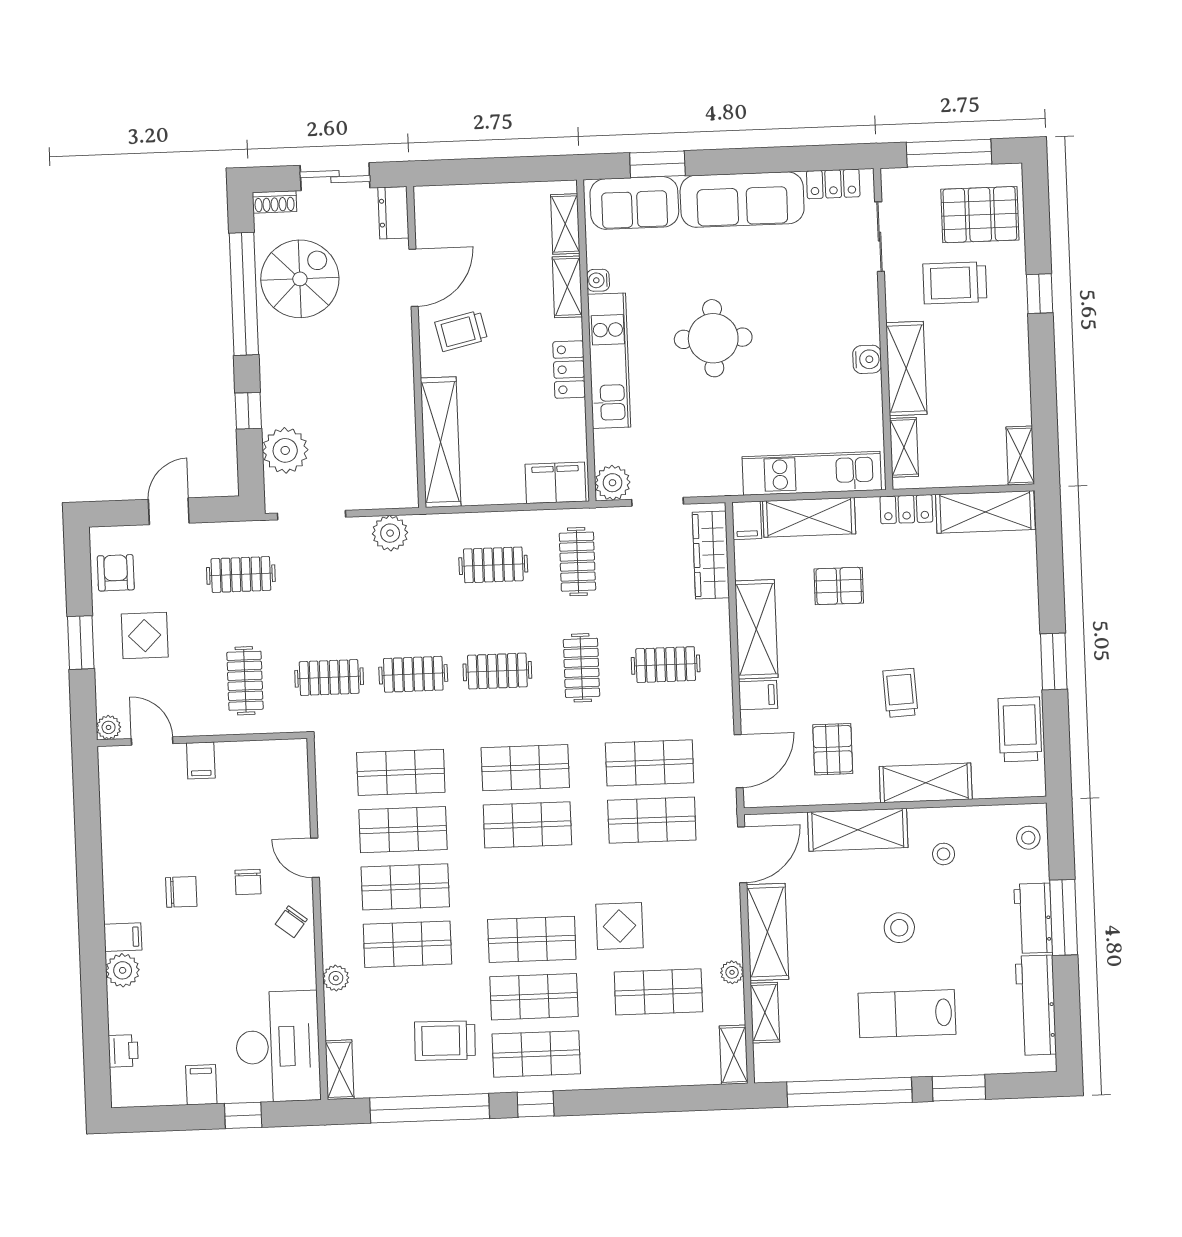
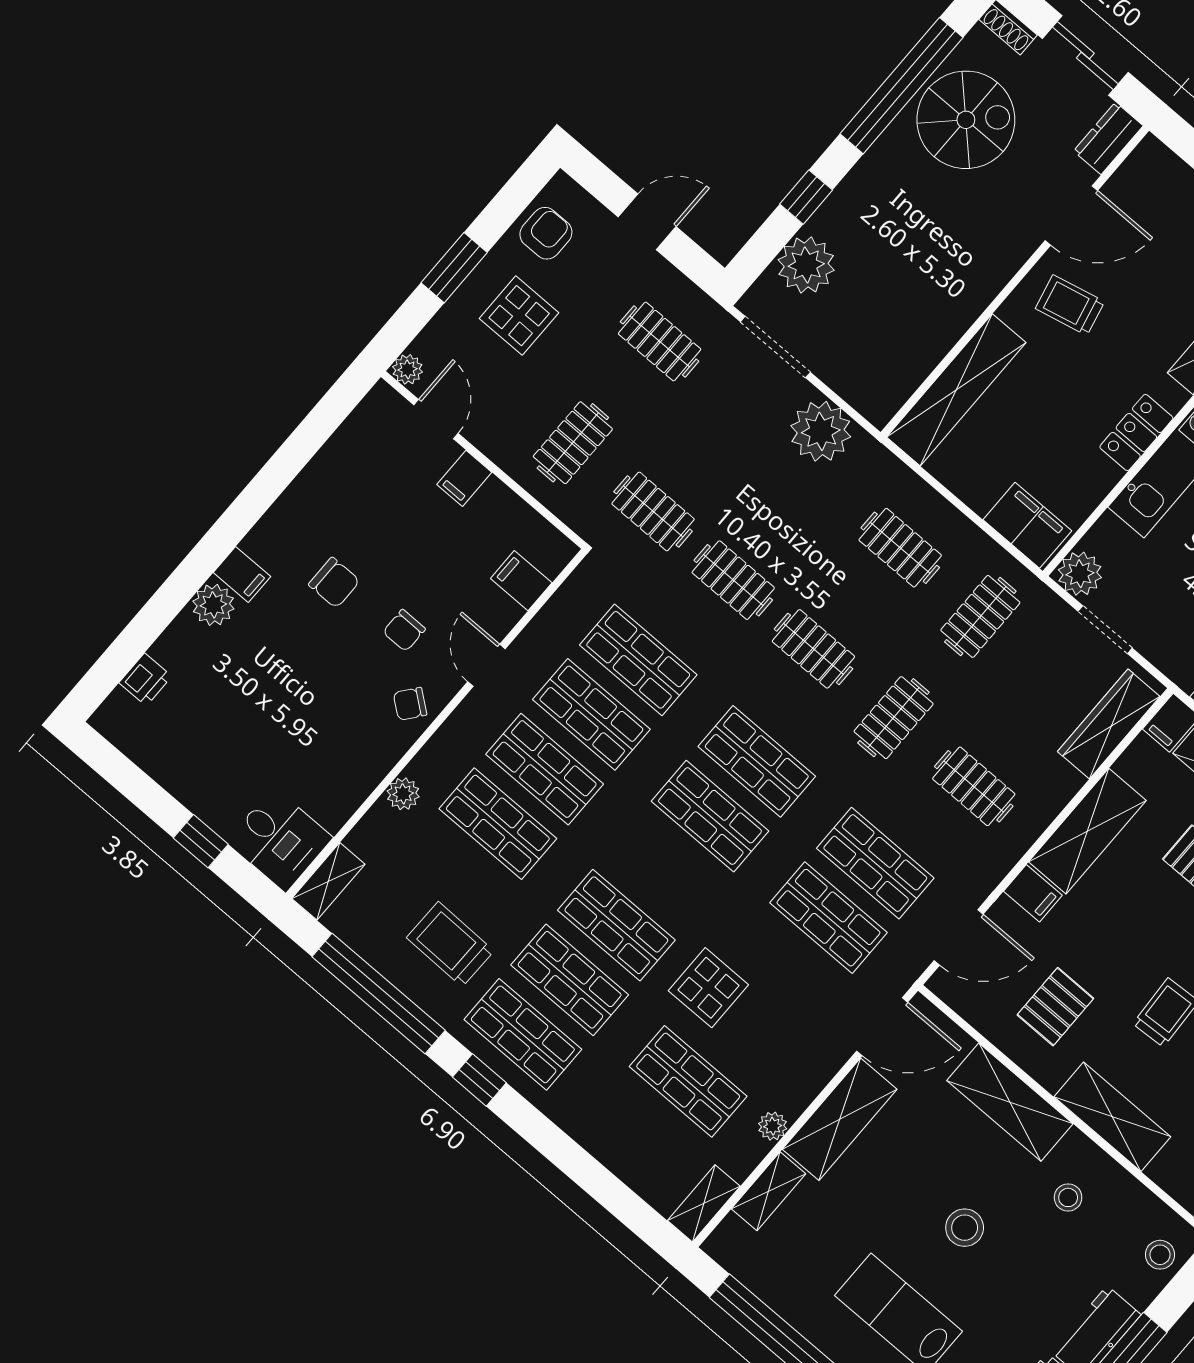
plant: (390, 533) -> (821, 431), width x1.36, depth x1.36
desk: (278, 1047) -> (280, 840), width x0.53, depth x0.77
filing cabinet: (201, 1085) -> (521, 581), moved, turned -90

